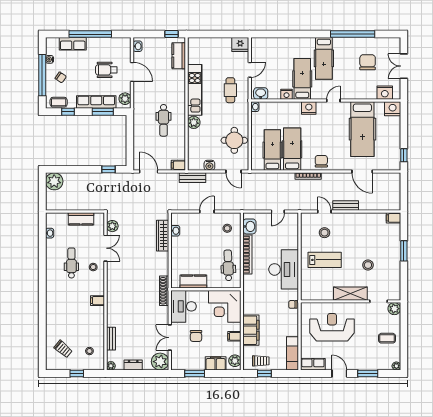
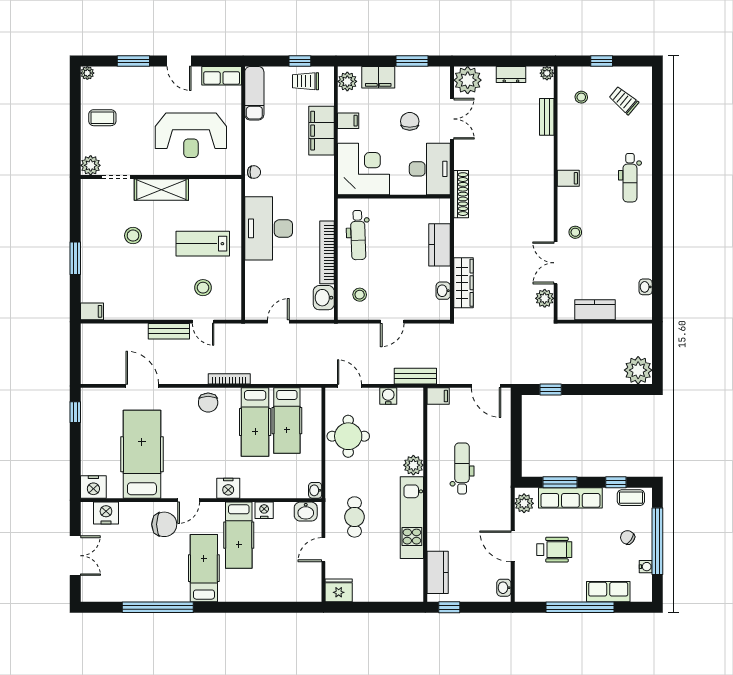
chair: (368, 62) -> (164, 524), moved, turned -90
dental chair: (71, 263) -> (630, 178), moved
kitchen counter: (193, 281) -> (440, 245), moved, turned 90

